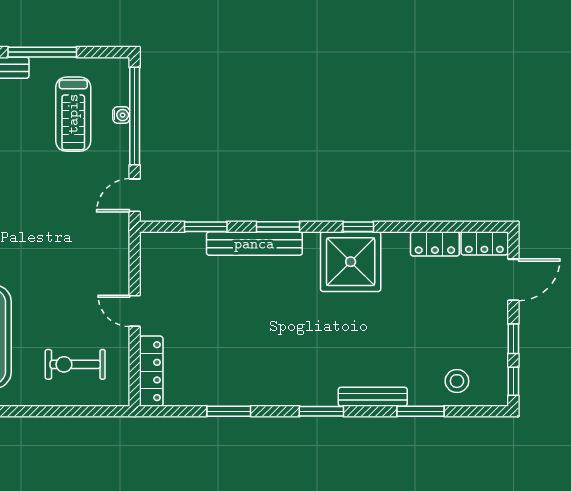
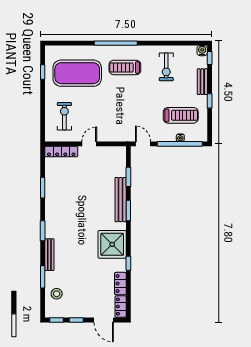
window: (42, 52) -> (210, 101), width x0.46
treadmill: (73, 114) -> (181, 115), turned 180
window: (358, 227) -> (128, 263), moved

